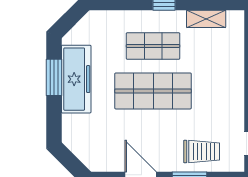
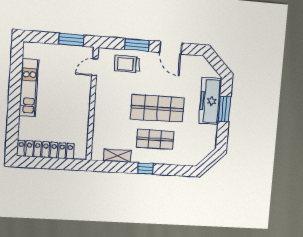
window: (54, 77) -> (224, 109), moved
freezer: (76, 79) -> (210, 101), moved

